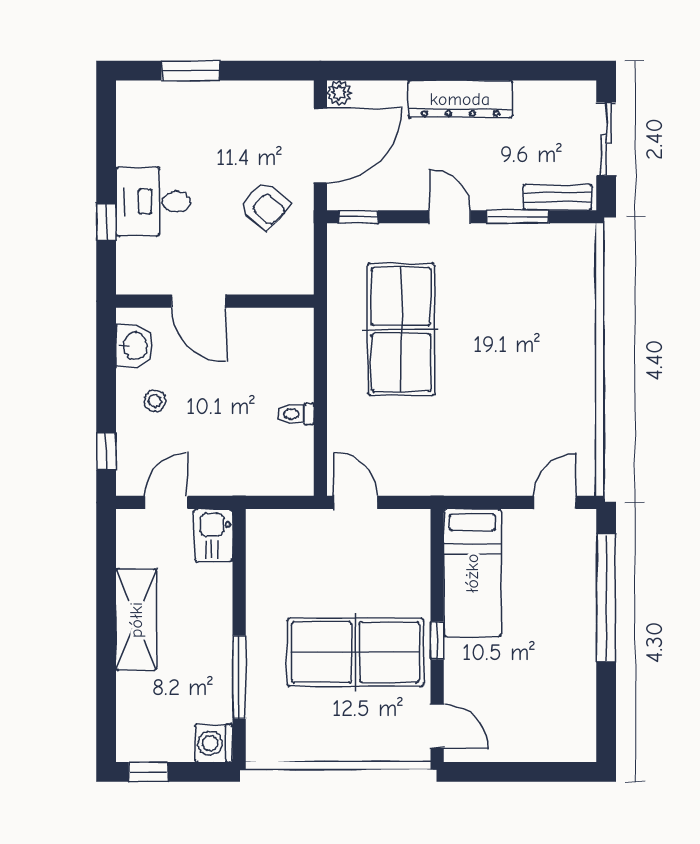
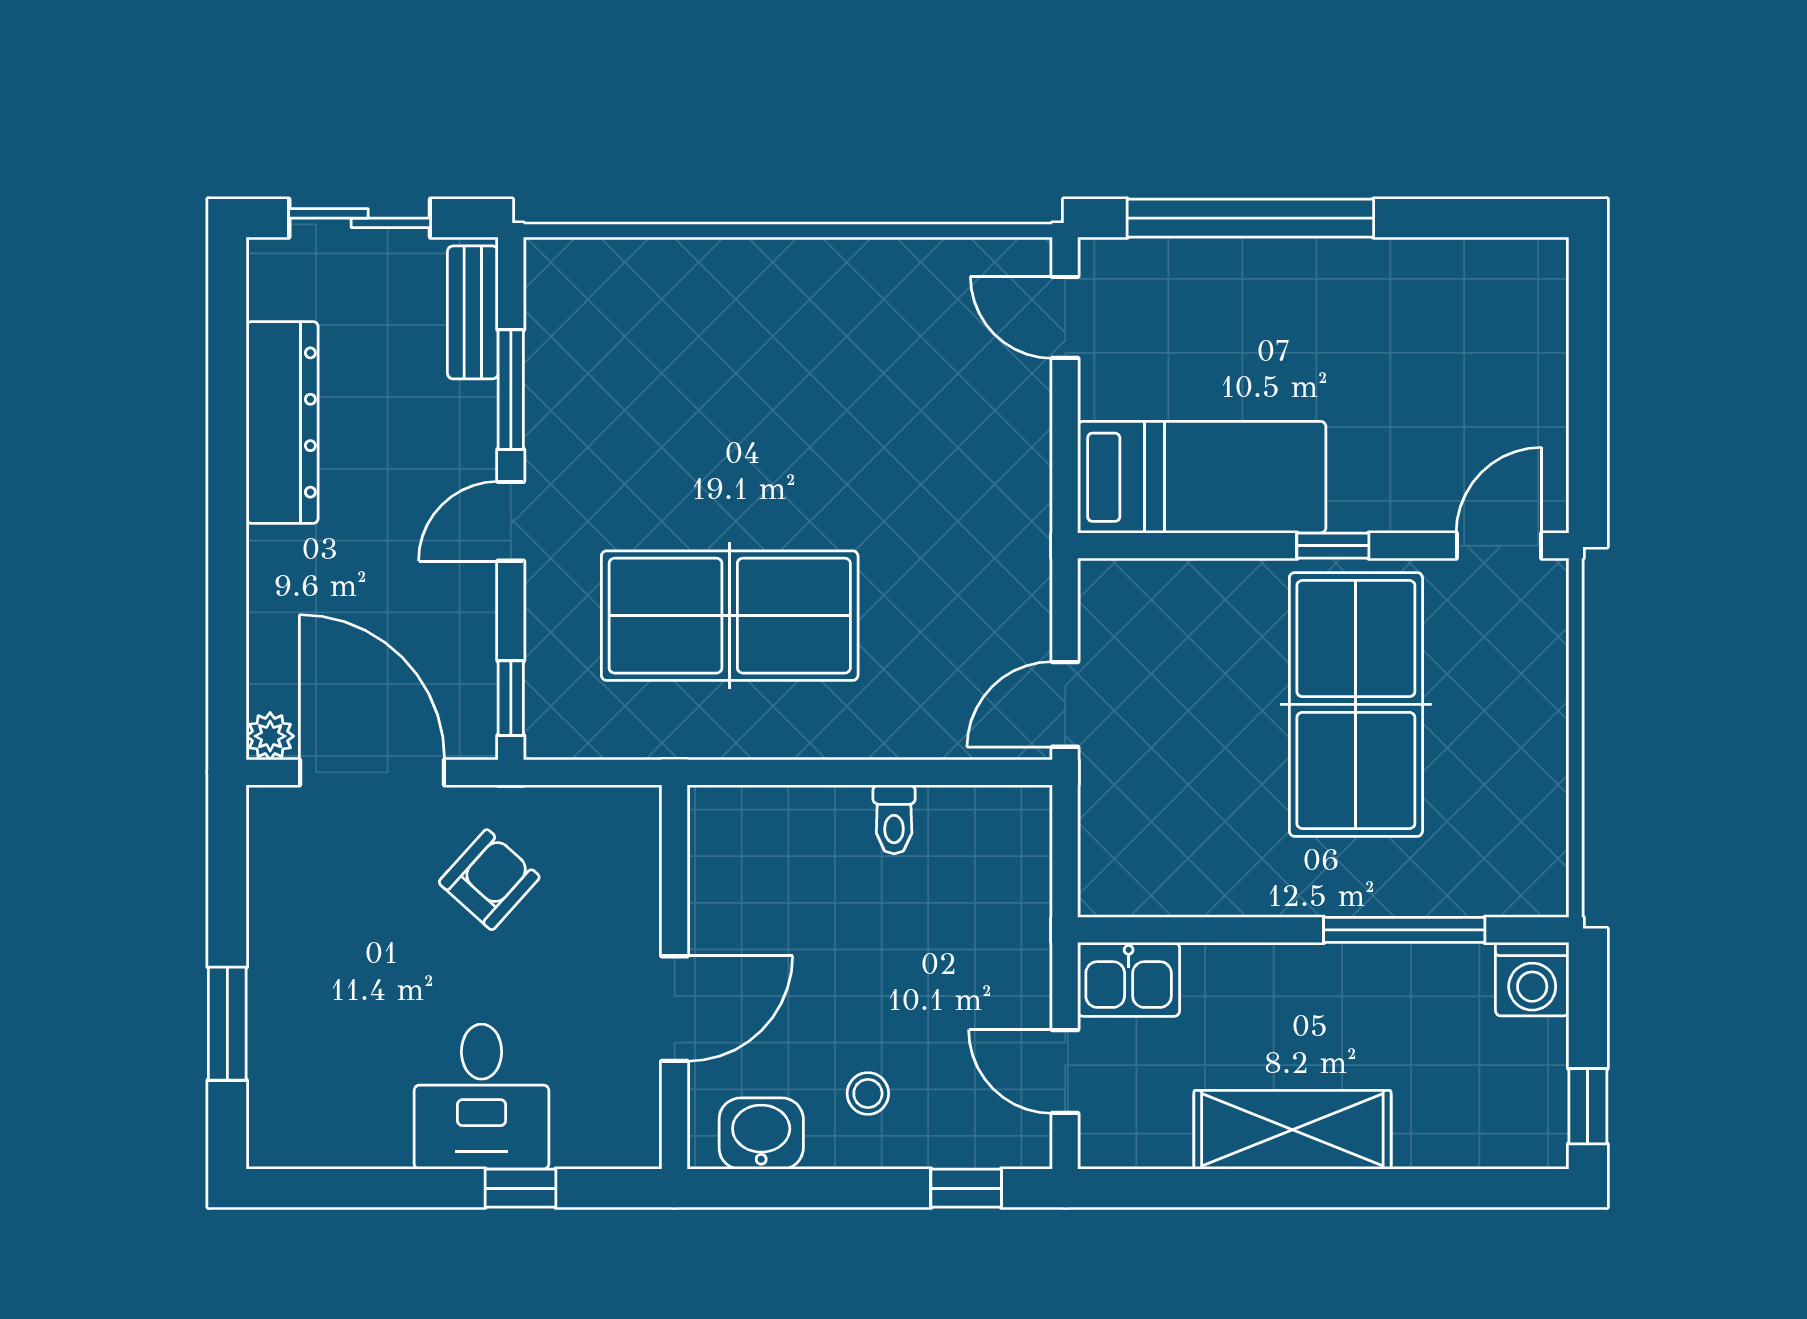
dresser: (460, 99) -> (282, 422), moved

